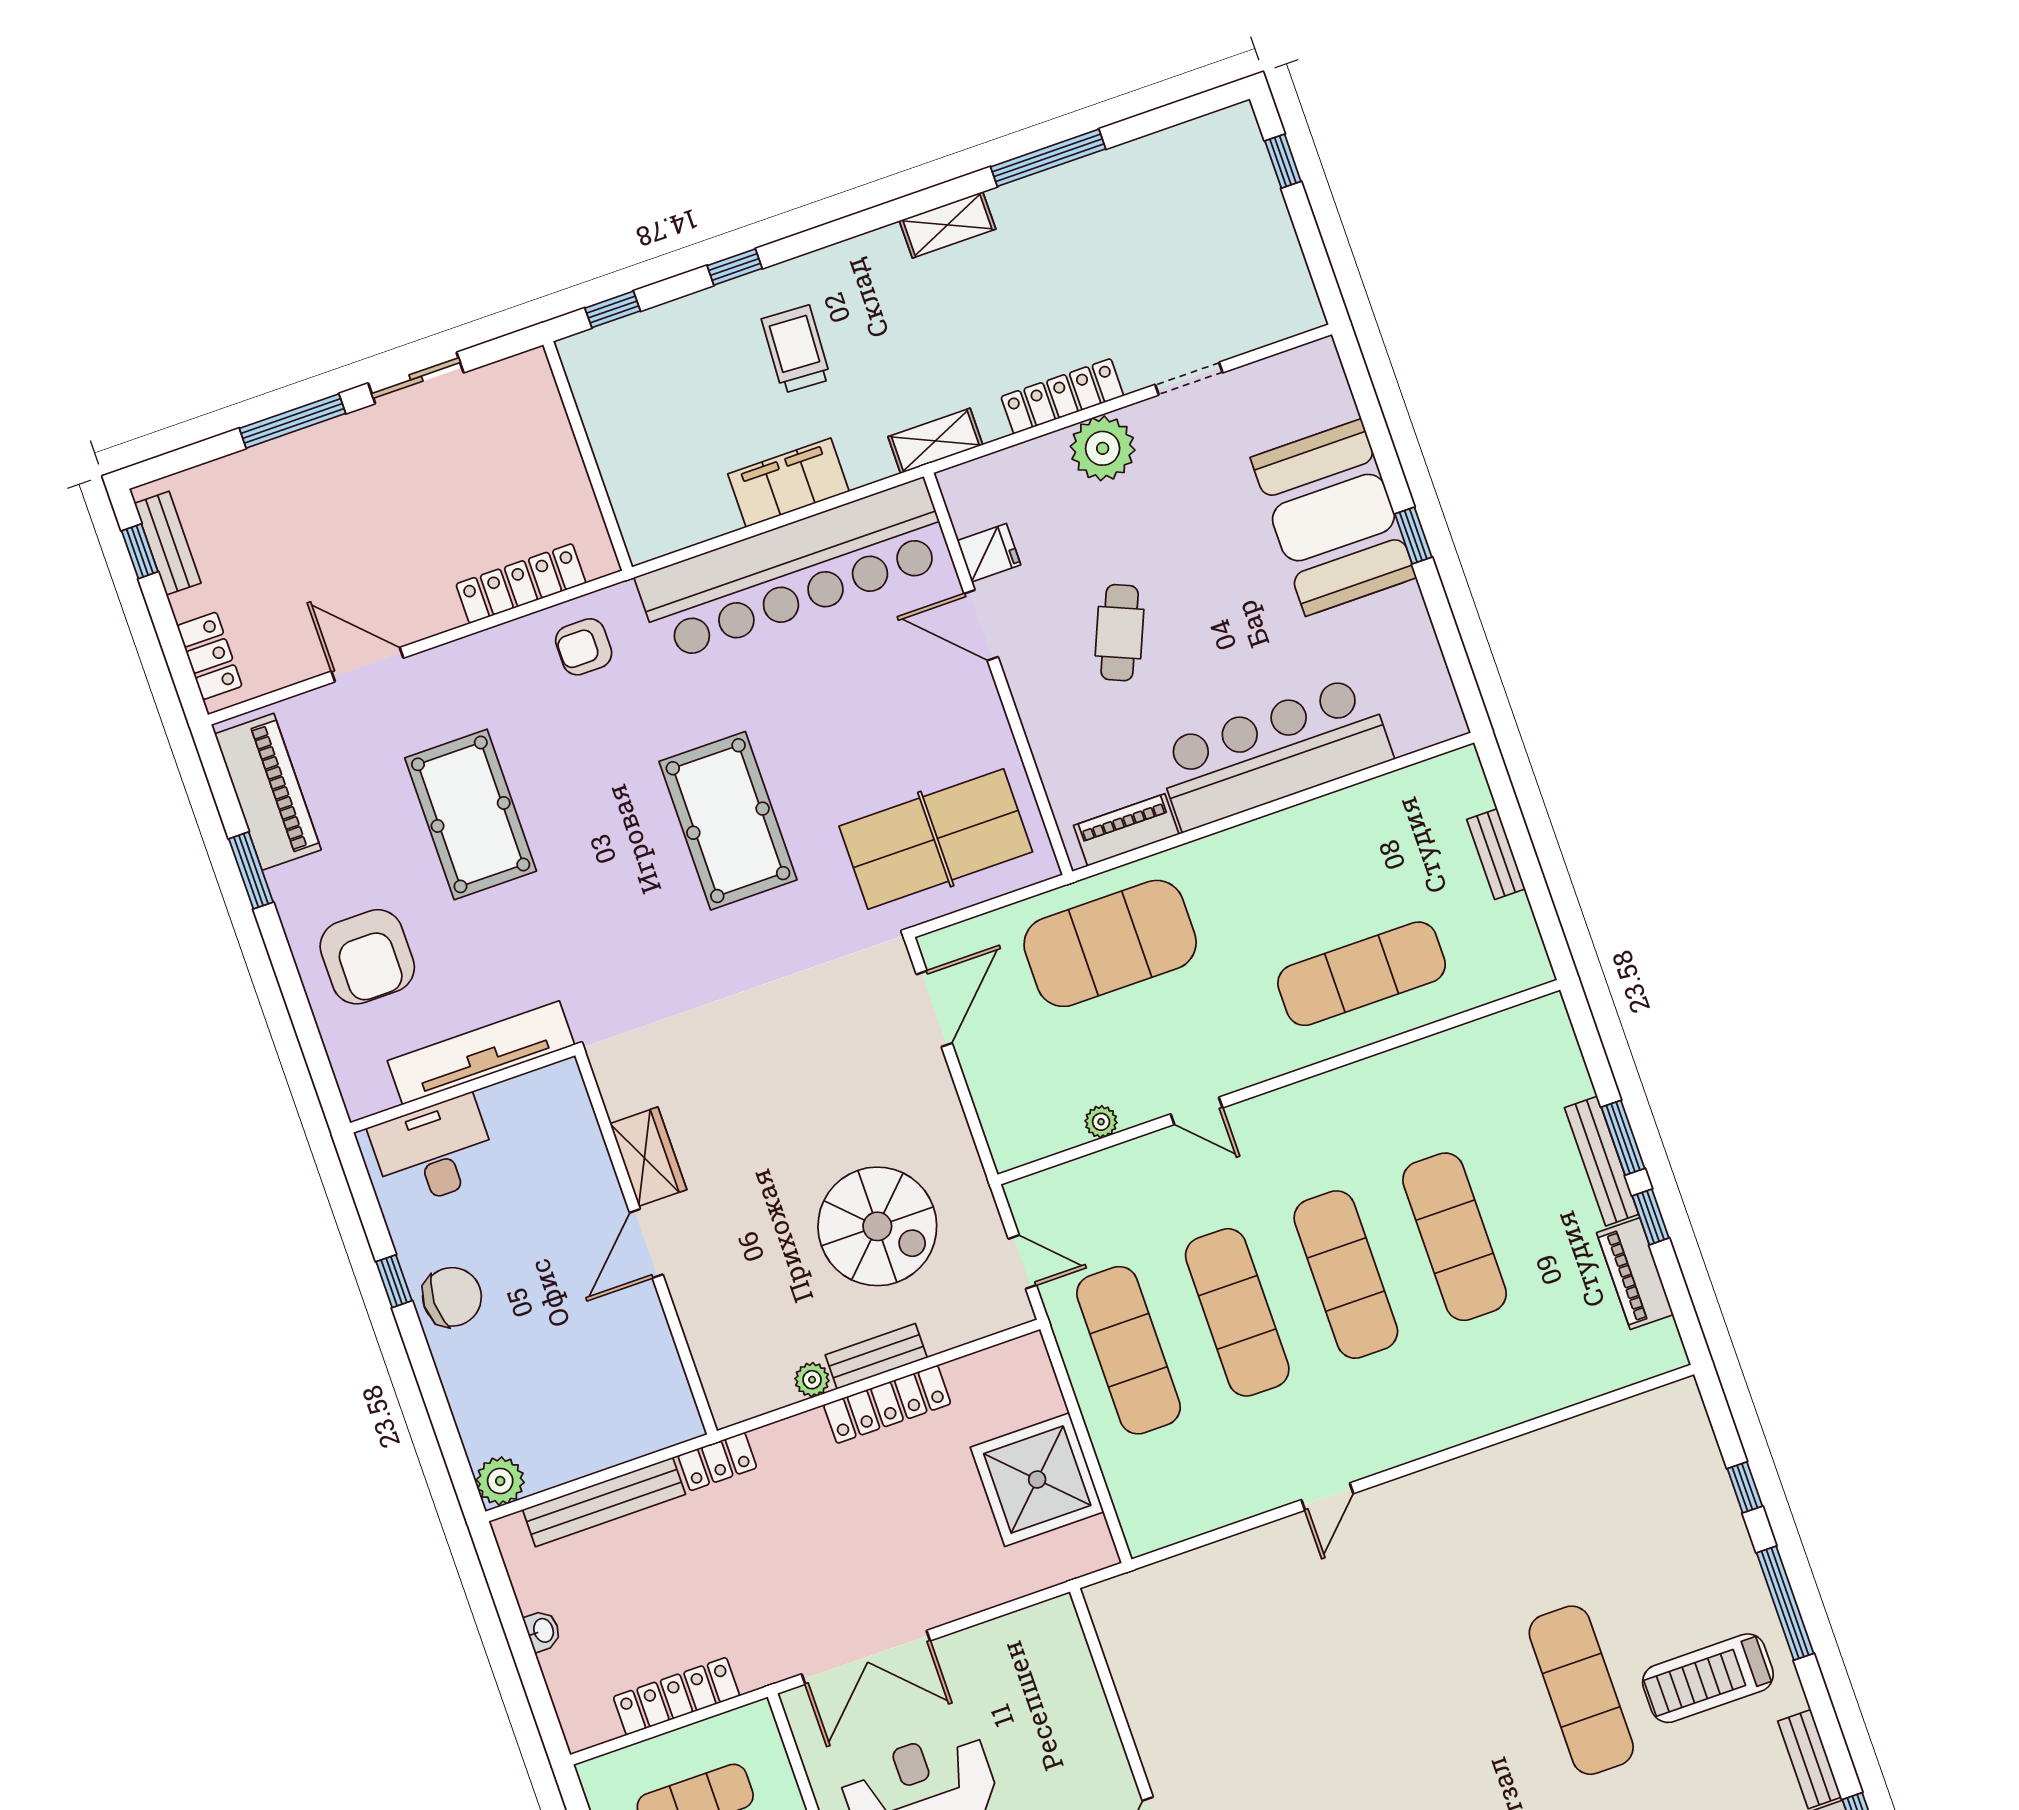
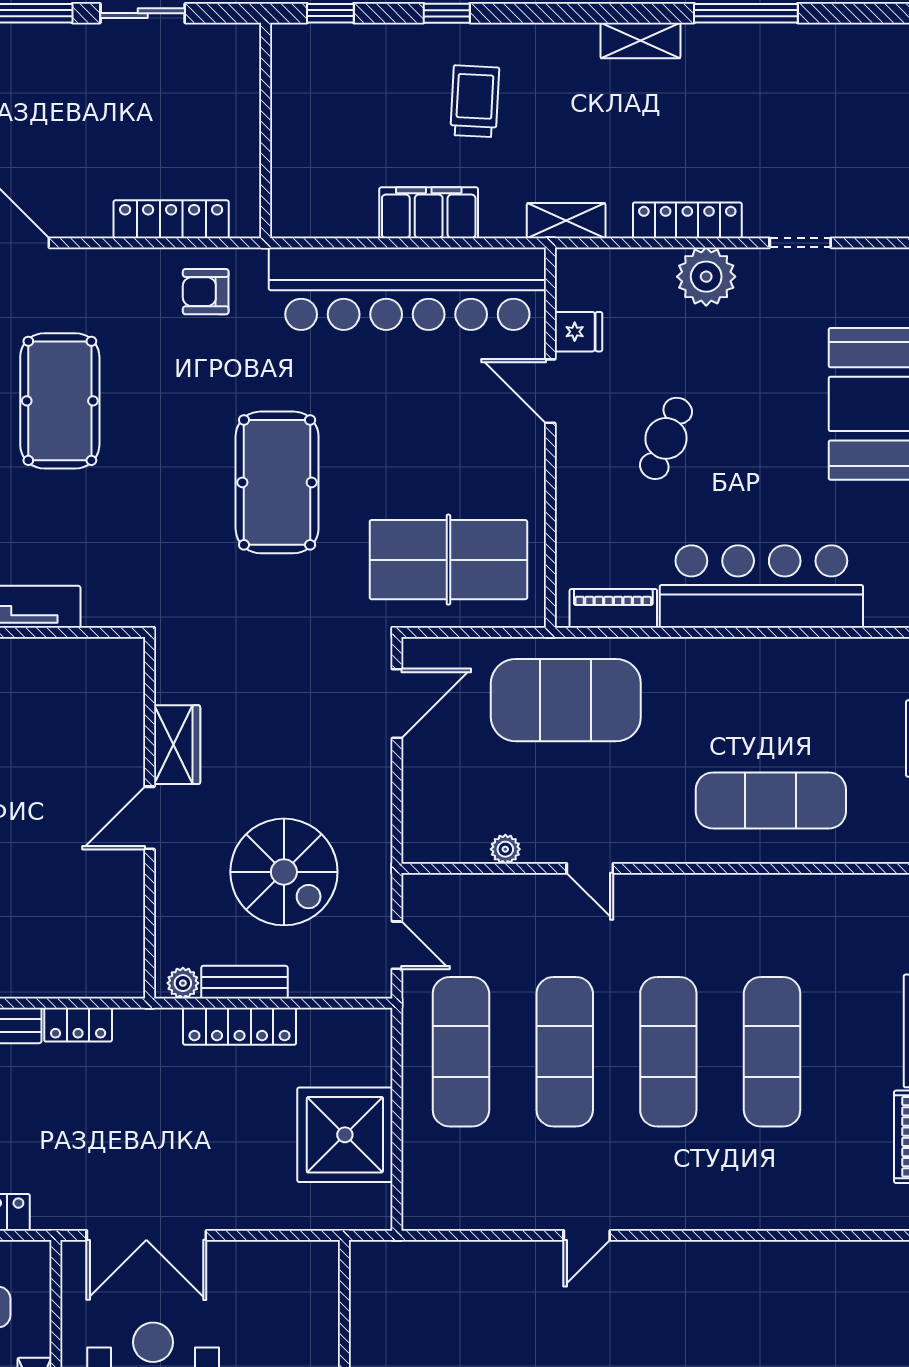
wardrobe: (648, 1157) -> (177, 745), moved
door: (646, 1243) -> (150, 818), moved
wall: (646, 1243) -> (150, 818), moved

